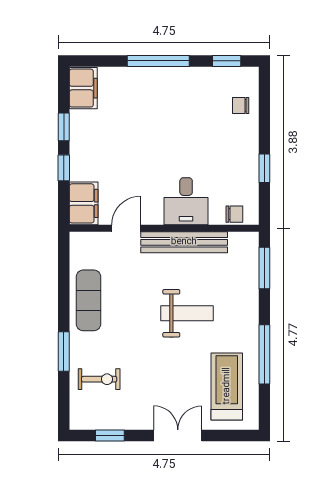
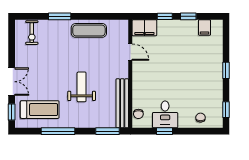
window: (158, 61) -> (226, 70), width x0.46
filing cabinet: (83, 88) -> (205, 27), width x0.50
desk: (186, 201) -> (165, 114), moved, turned -90
bench: (184, 242) -> (122, 103), moved
weight bench: (187, 313) -> (82, 87), turned 180
exercise bike: (99, 379) -> (32, 33), moved
window: (110, 435) -> (12, 112), moved

